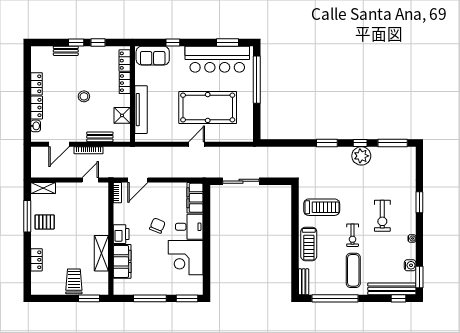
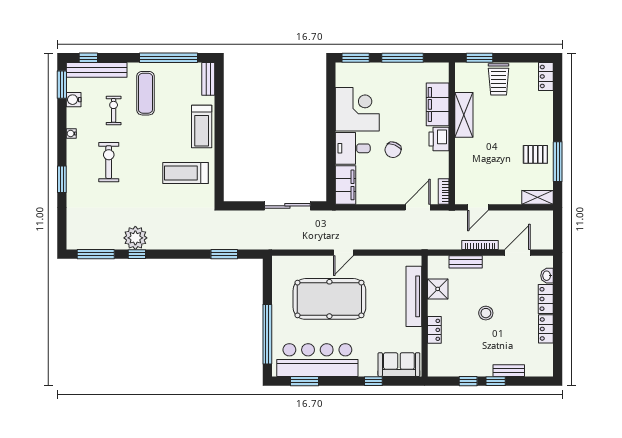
locker: (125, 61) -> (435, 358), removed
window: (327, 143) -> (224, 254), moved
exercise bike: (353, 235) -> (114, 110), moved
treadmill: (309, 244) -> (202, 127), turned 180
locker: (36, 260) -> (546, 76), moved

